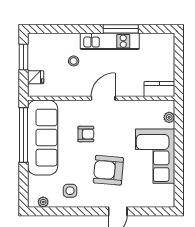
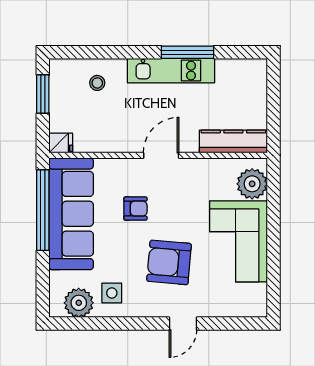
stool: (74, 61) -> (97, 83), moved
fridge: (36, 77) -> (61, 143), moved
kitchen counter: (159, 89) -> (233, 142), width x1.50
plant: (169, 117) -> (252, 184), width x1.88, depth x1.88
plant: (43, 202) -> (79, 303), width x1.87, depth x1.87

